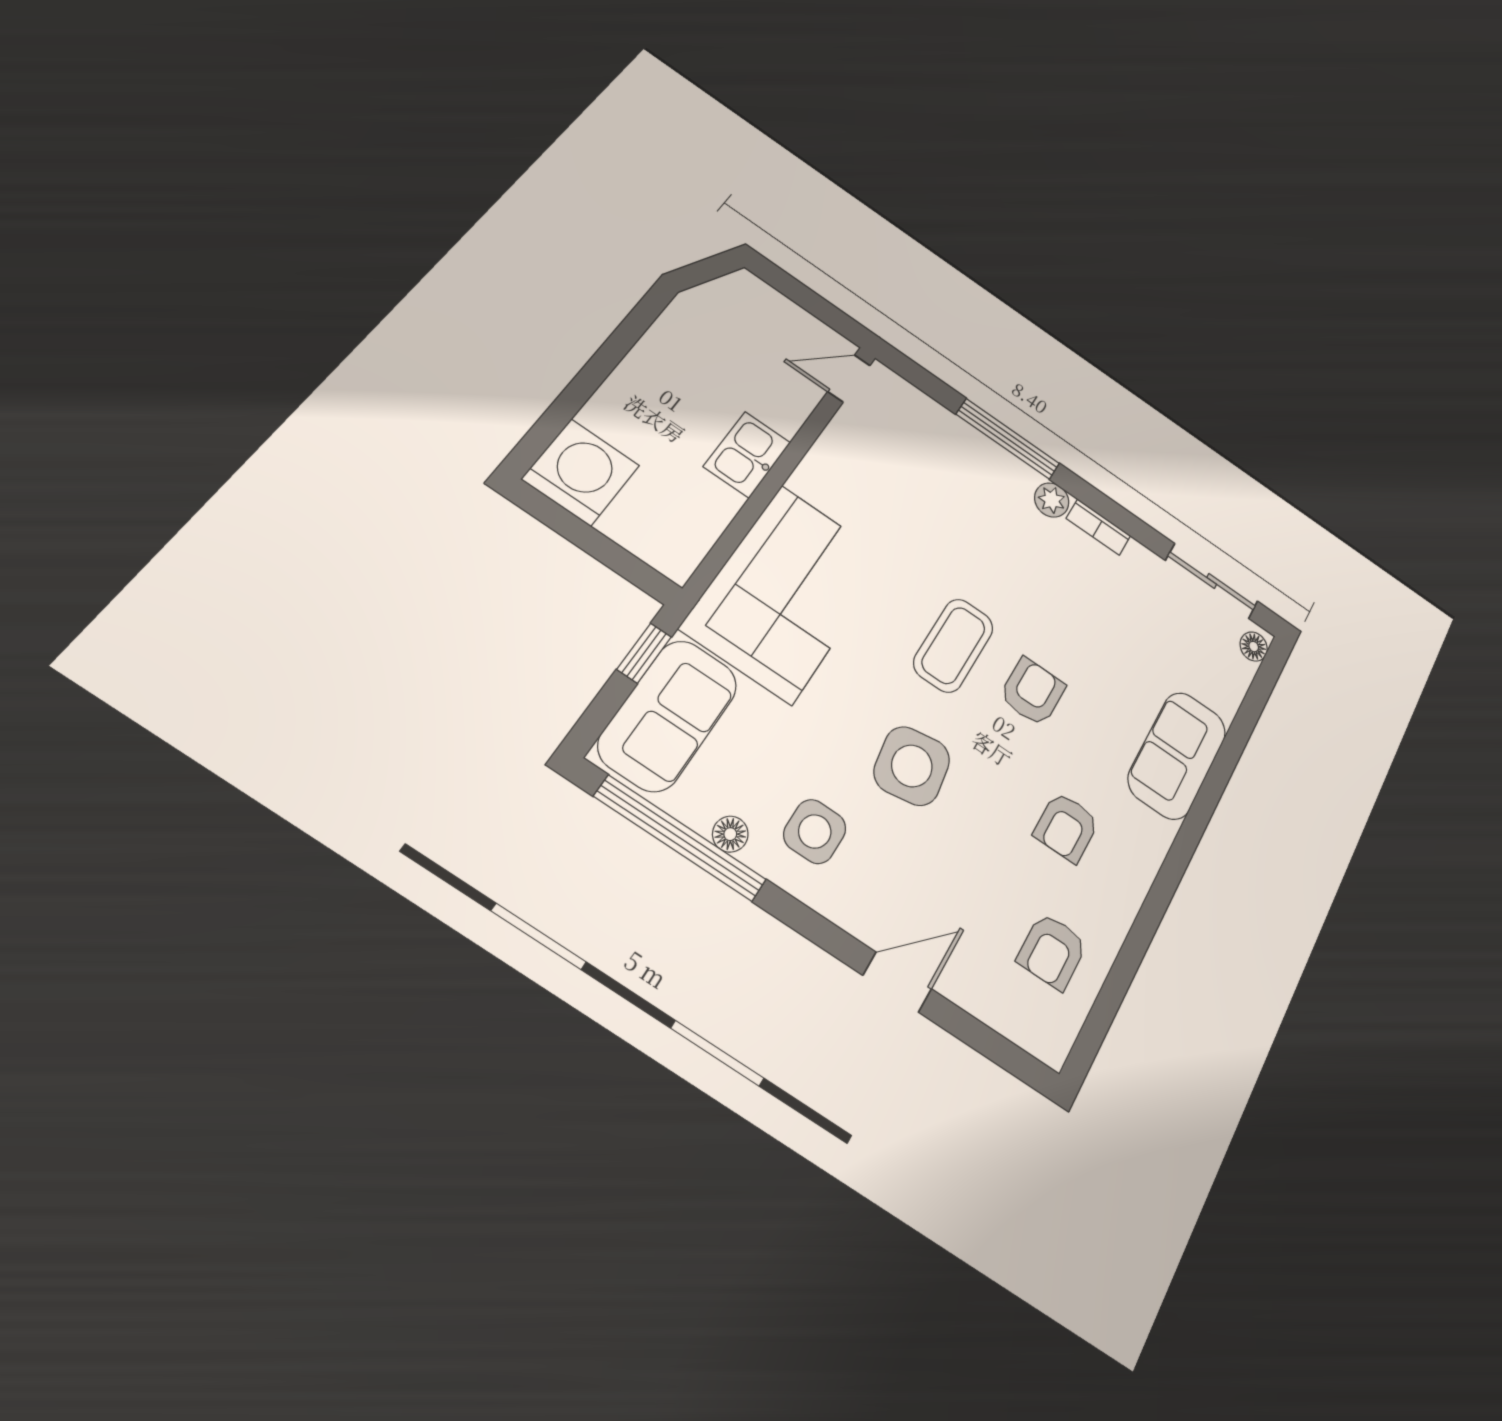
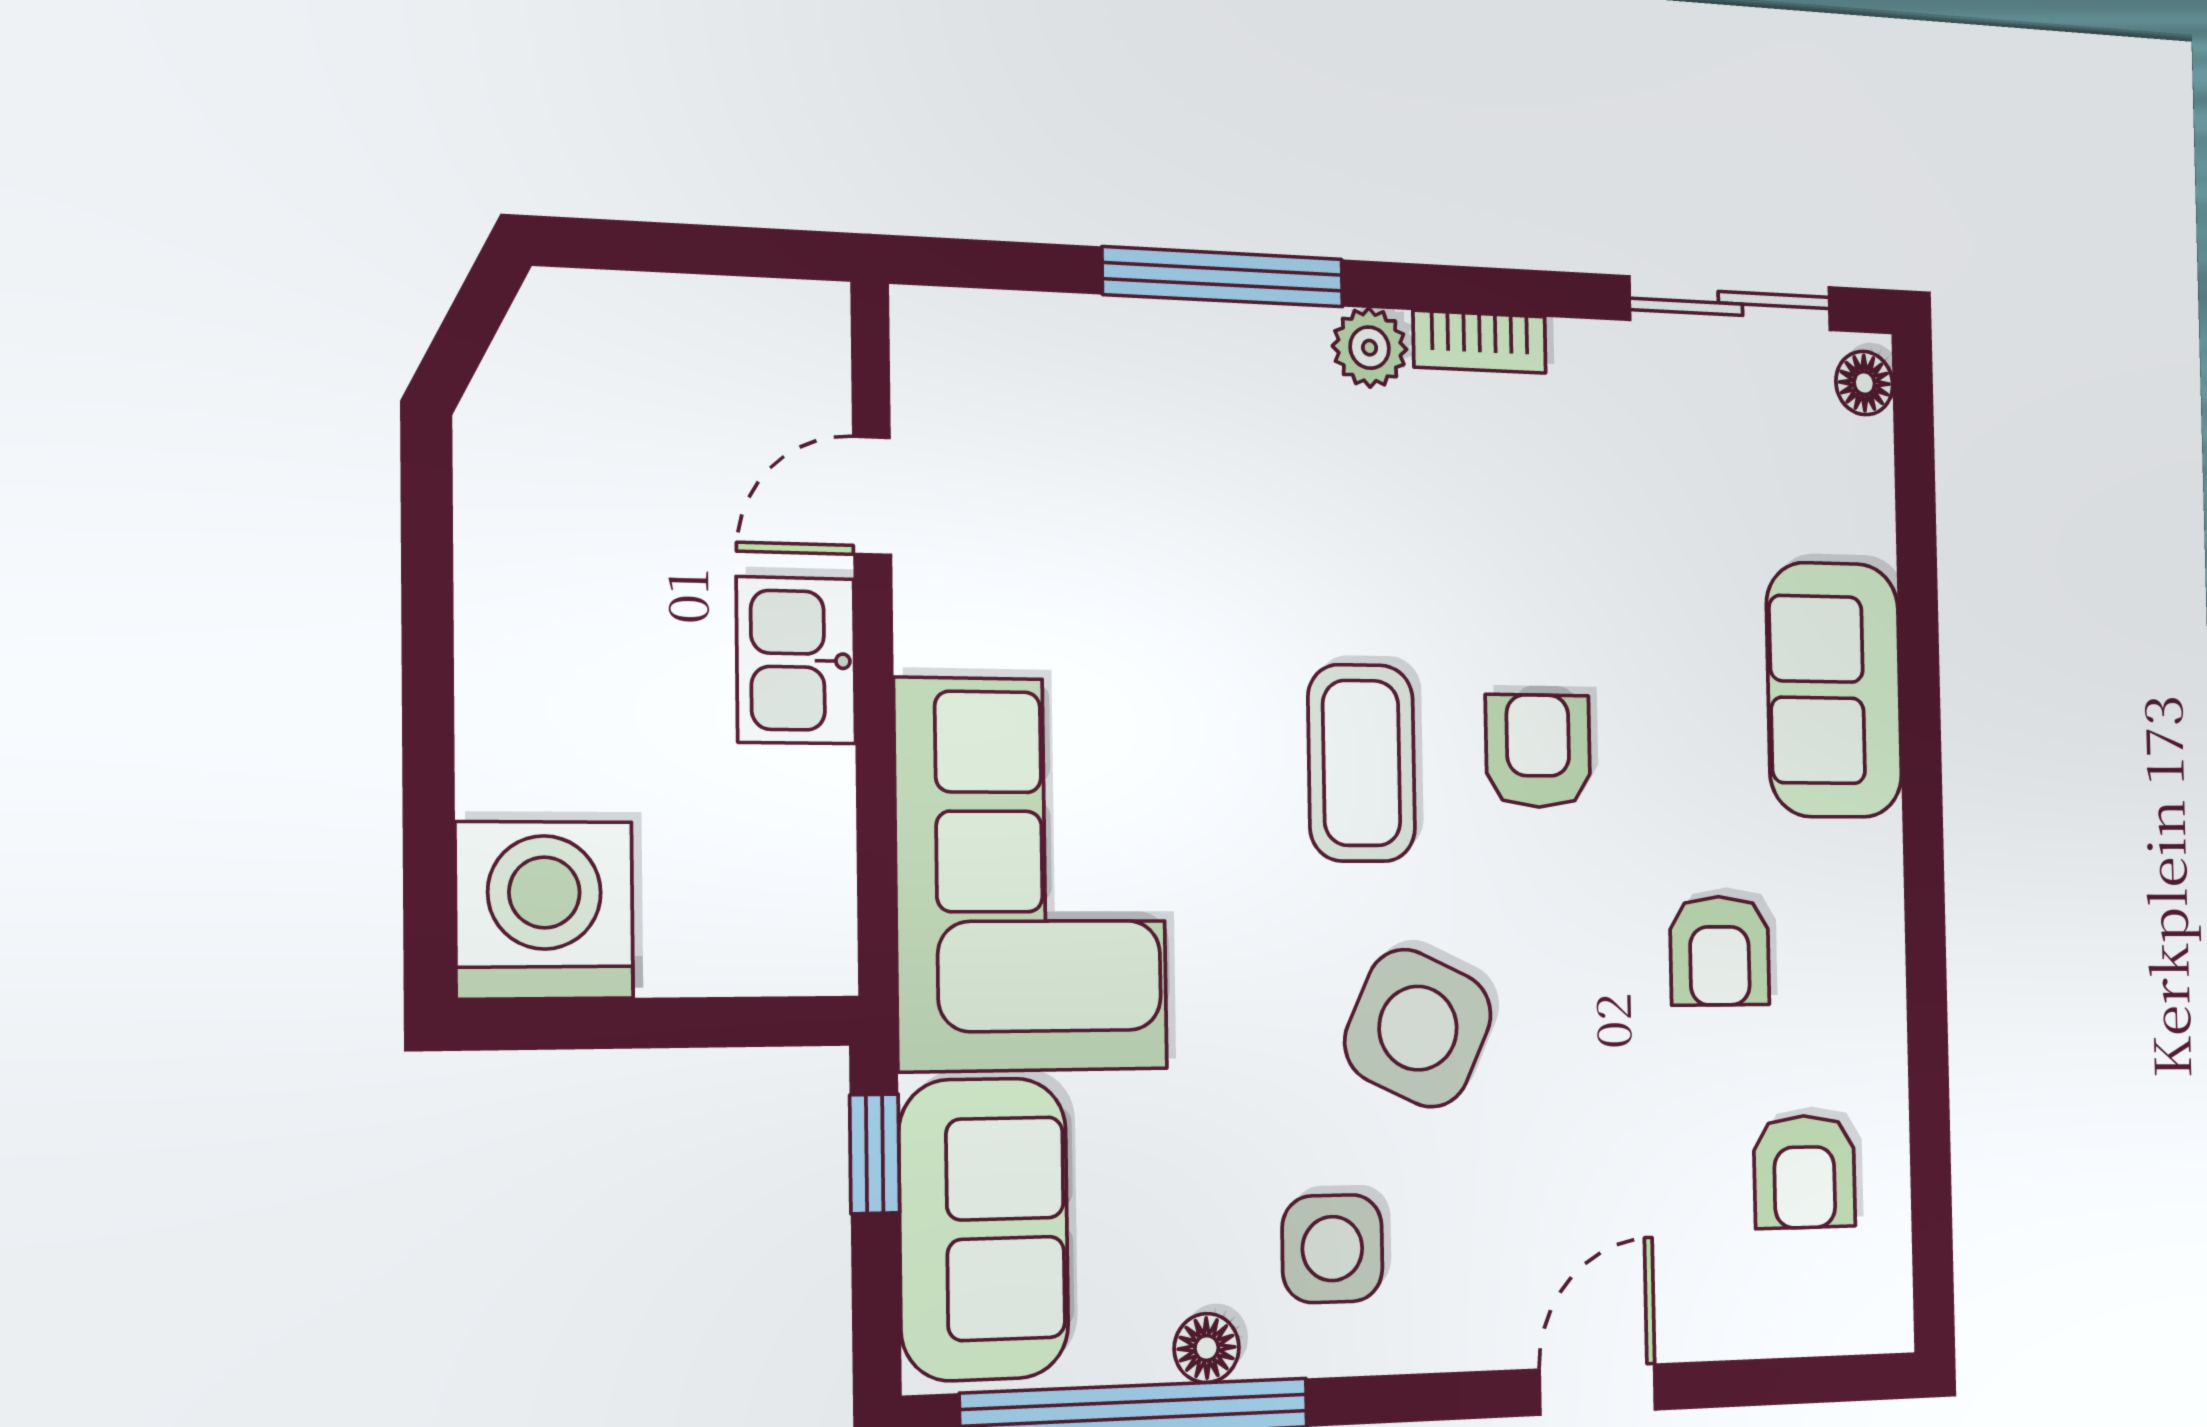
door: (849, 378) -> (872, 496), moved
side table: (912, 766) -> (1418, 1028), turned 34

